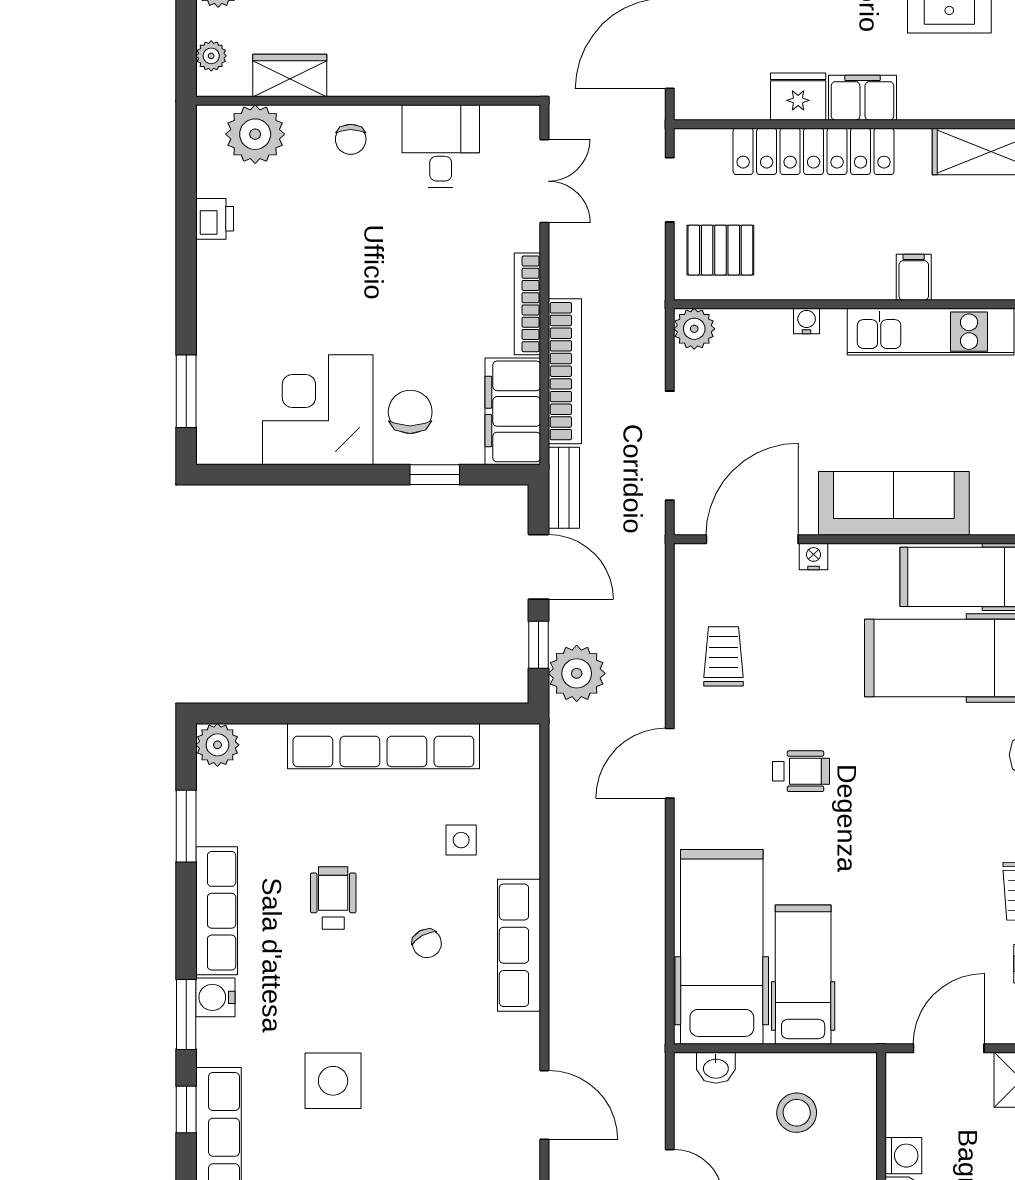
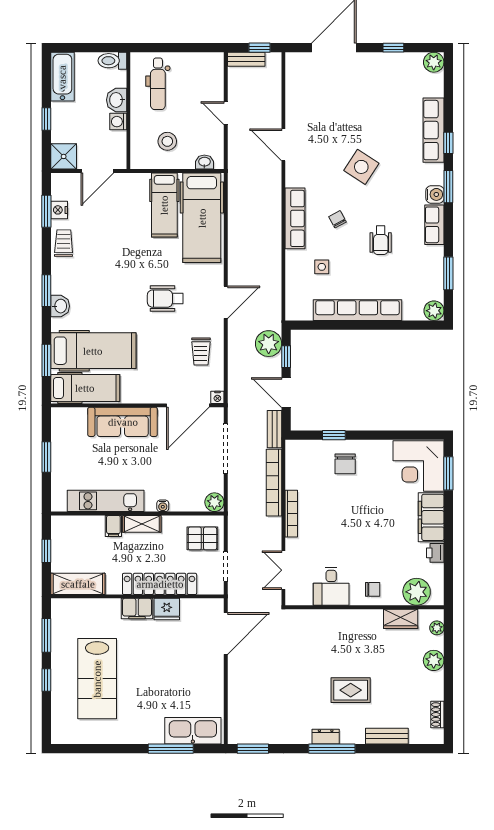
chair: (351, 139) -> (373, 589), turned 90
shelving: (852, 282) -> (142, 524), added
corner desk: (318, 410) -> (418, 466), moved, turned 90
filing cabinet: (513, 411) -> (431, 517), moved, turned 180
nightstand: (814, 557) -> (217, 397), moved
wheelchair: (801, 771) -> (165, 299), width x1.36, depth x1.37
row of seats: (217, 911) -> (434, 225), width x0.68
side table: (333, 1081) -> (361, 167), moved, turned 33

